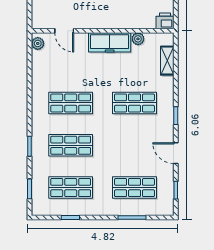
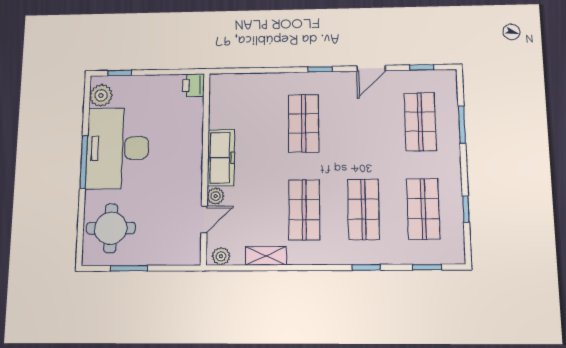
plant: (138, 39) -> (216, 196), moved
shelving: (167, 61) -> (266, 256), moved

